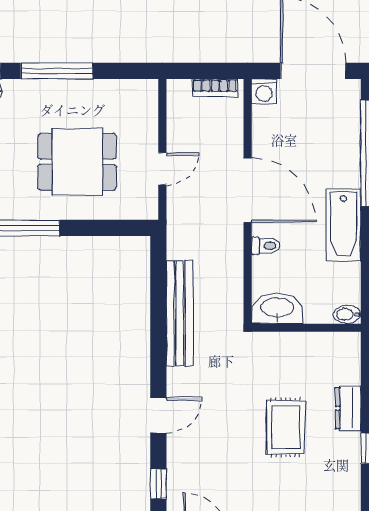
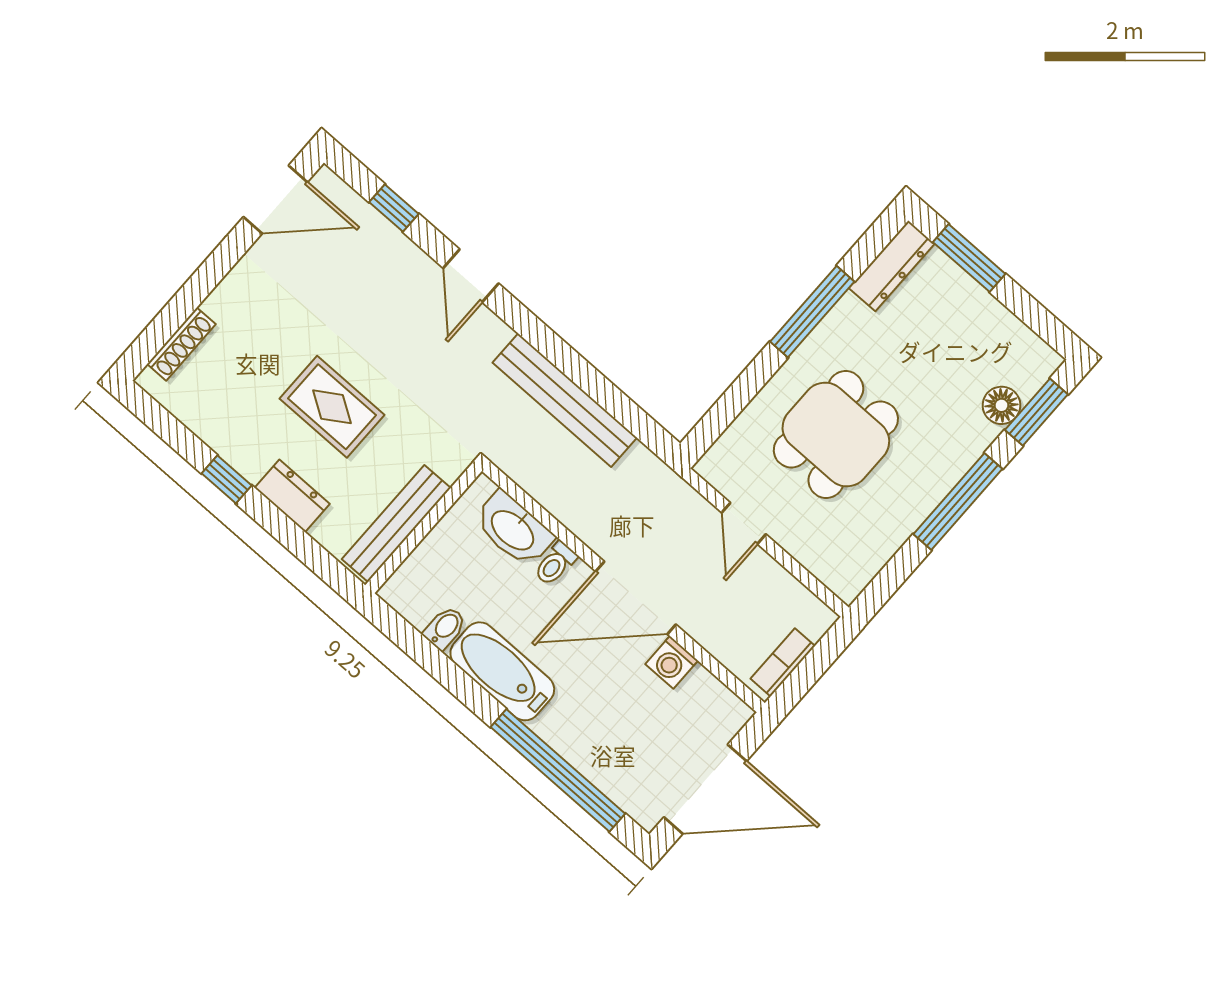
washing machine: (264, 91) -> (672, 662), moved, turned -90
washbasin: (277, 308) -> (513, 529), moved, turned 90
bidet: (347, 314) -> (445, 628), moved
bench: (316, 343) -> (396, 523), added

